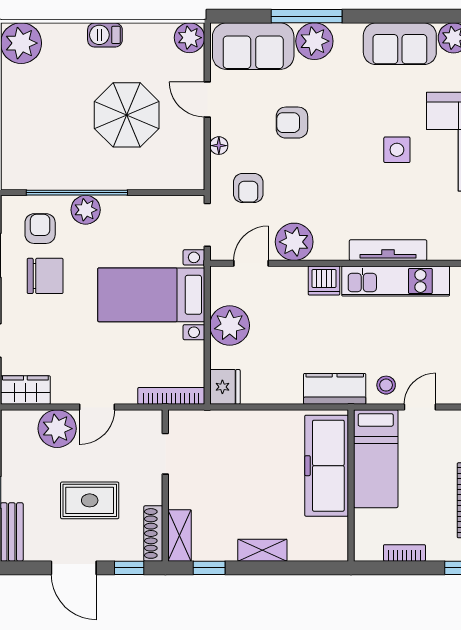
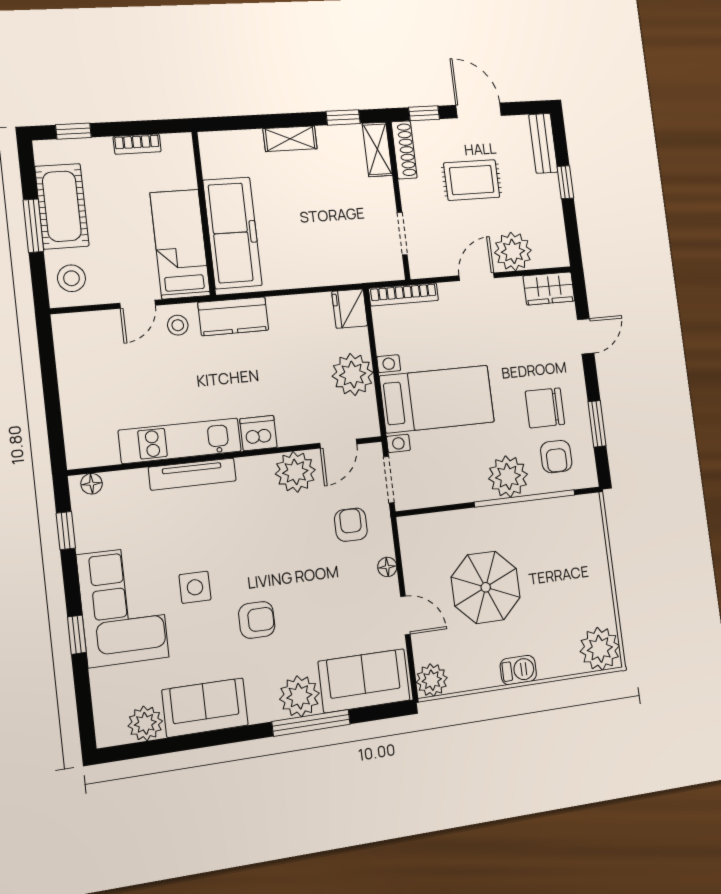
armchair: (292, 123) -> (257, 620), moved
plant: (86, 210) -> (508, 477), width x1.36, depth x1.36

